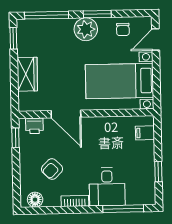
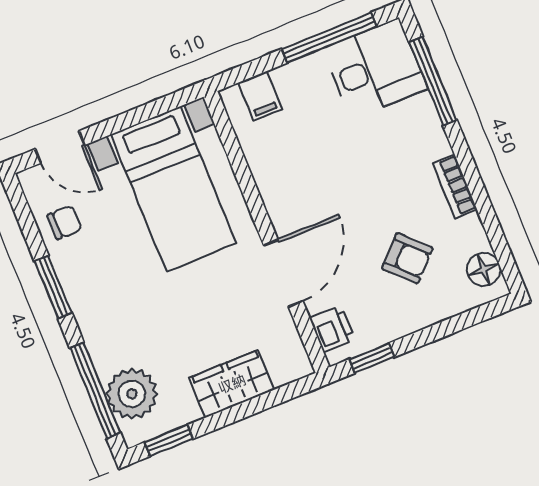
plant: (86, 29) -> (132, 394), moved
window: (158, 172) -> (329, 38), width x2.17
desk: (107, 187) -> (375, 69), moved

